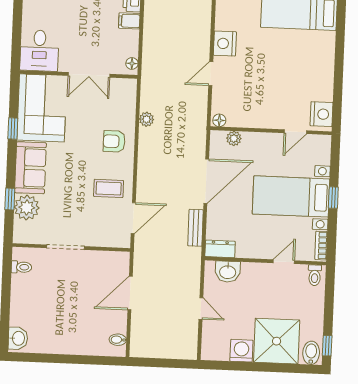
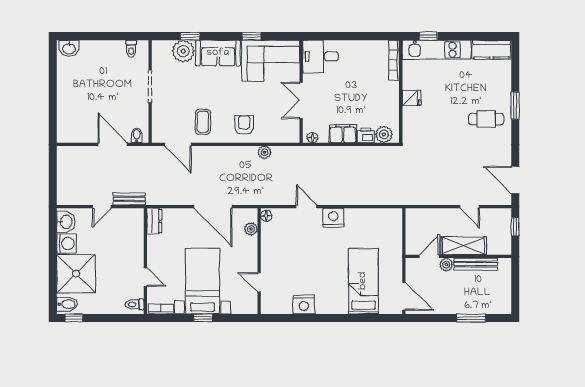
filing cabinet: (129, 21) -> (343, 134), width x2.00
nightstand: (321, 114) -> (304, 305), moved
bench: (195, 228) -> (129, 199), moved
washbasin: (228, 272) -> (66, 222), moved, turned 180
bidet: (118, 340) -> (137, 135), moved

